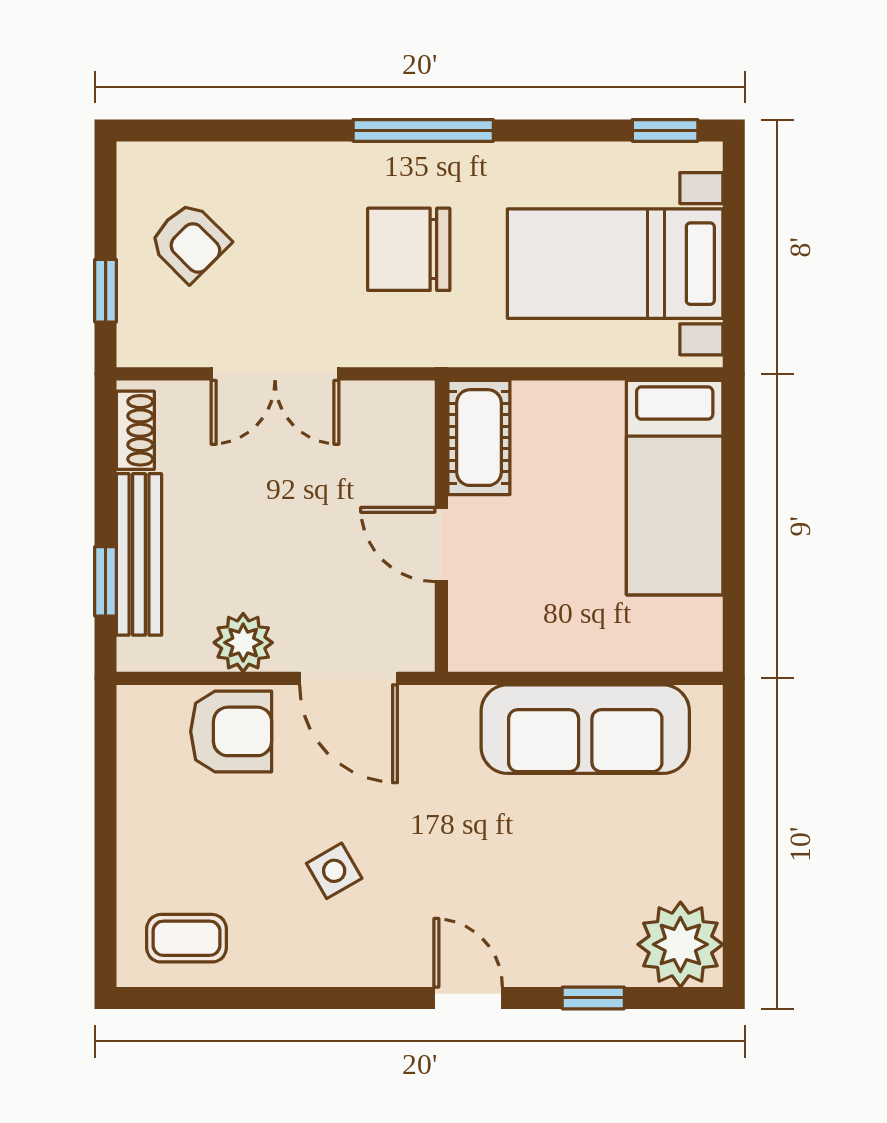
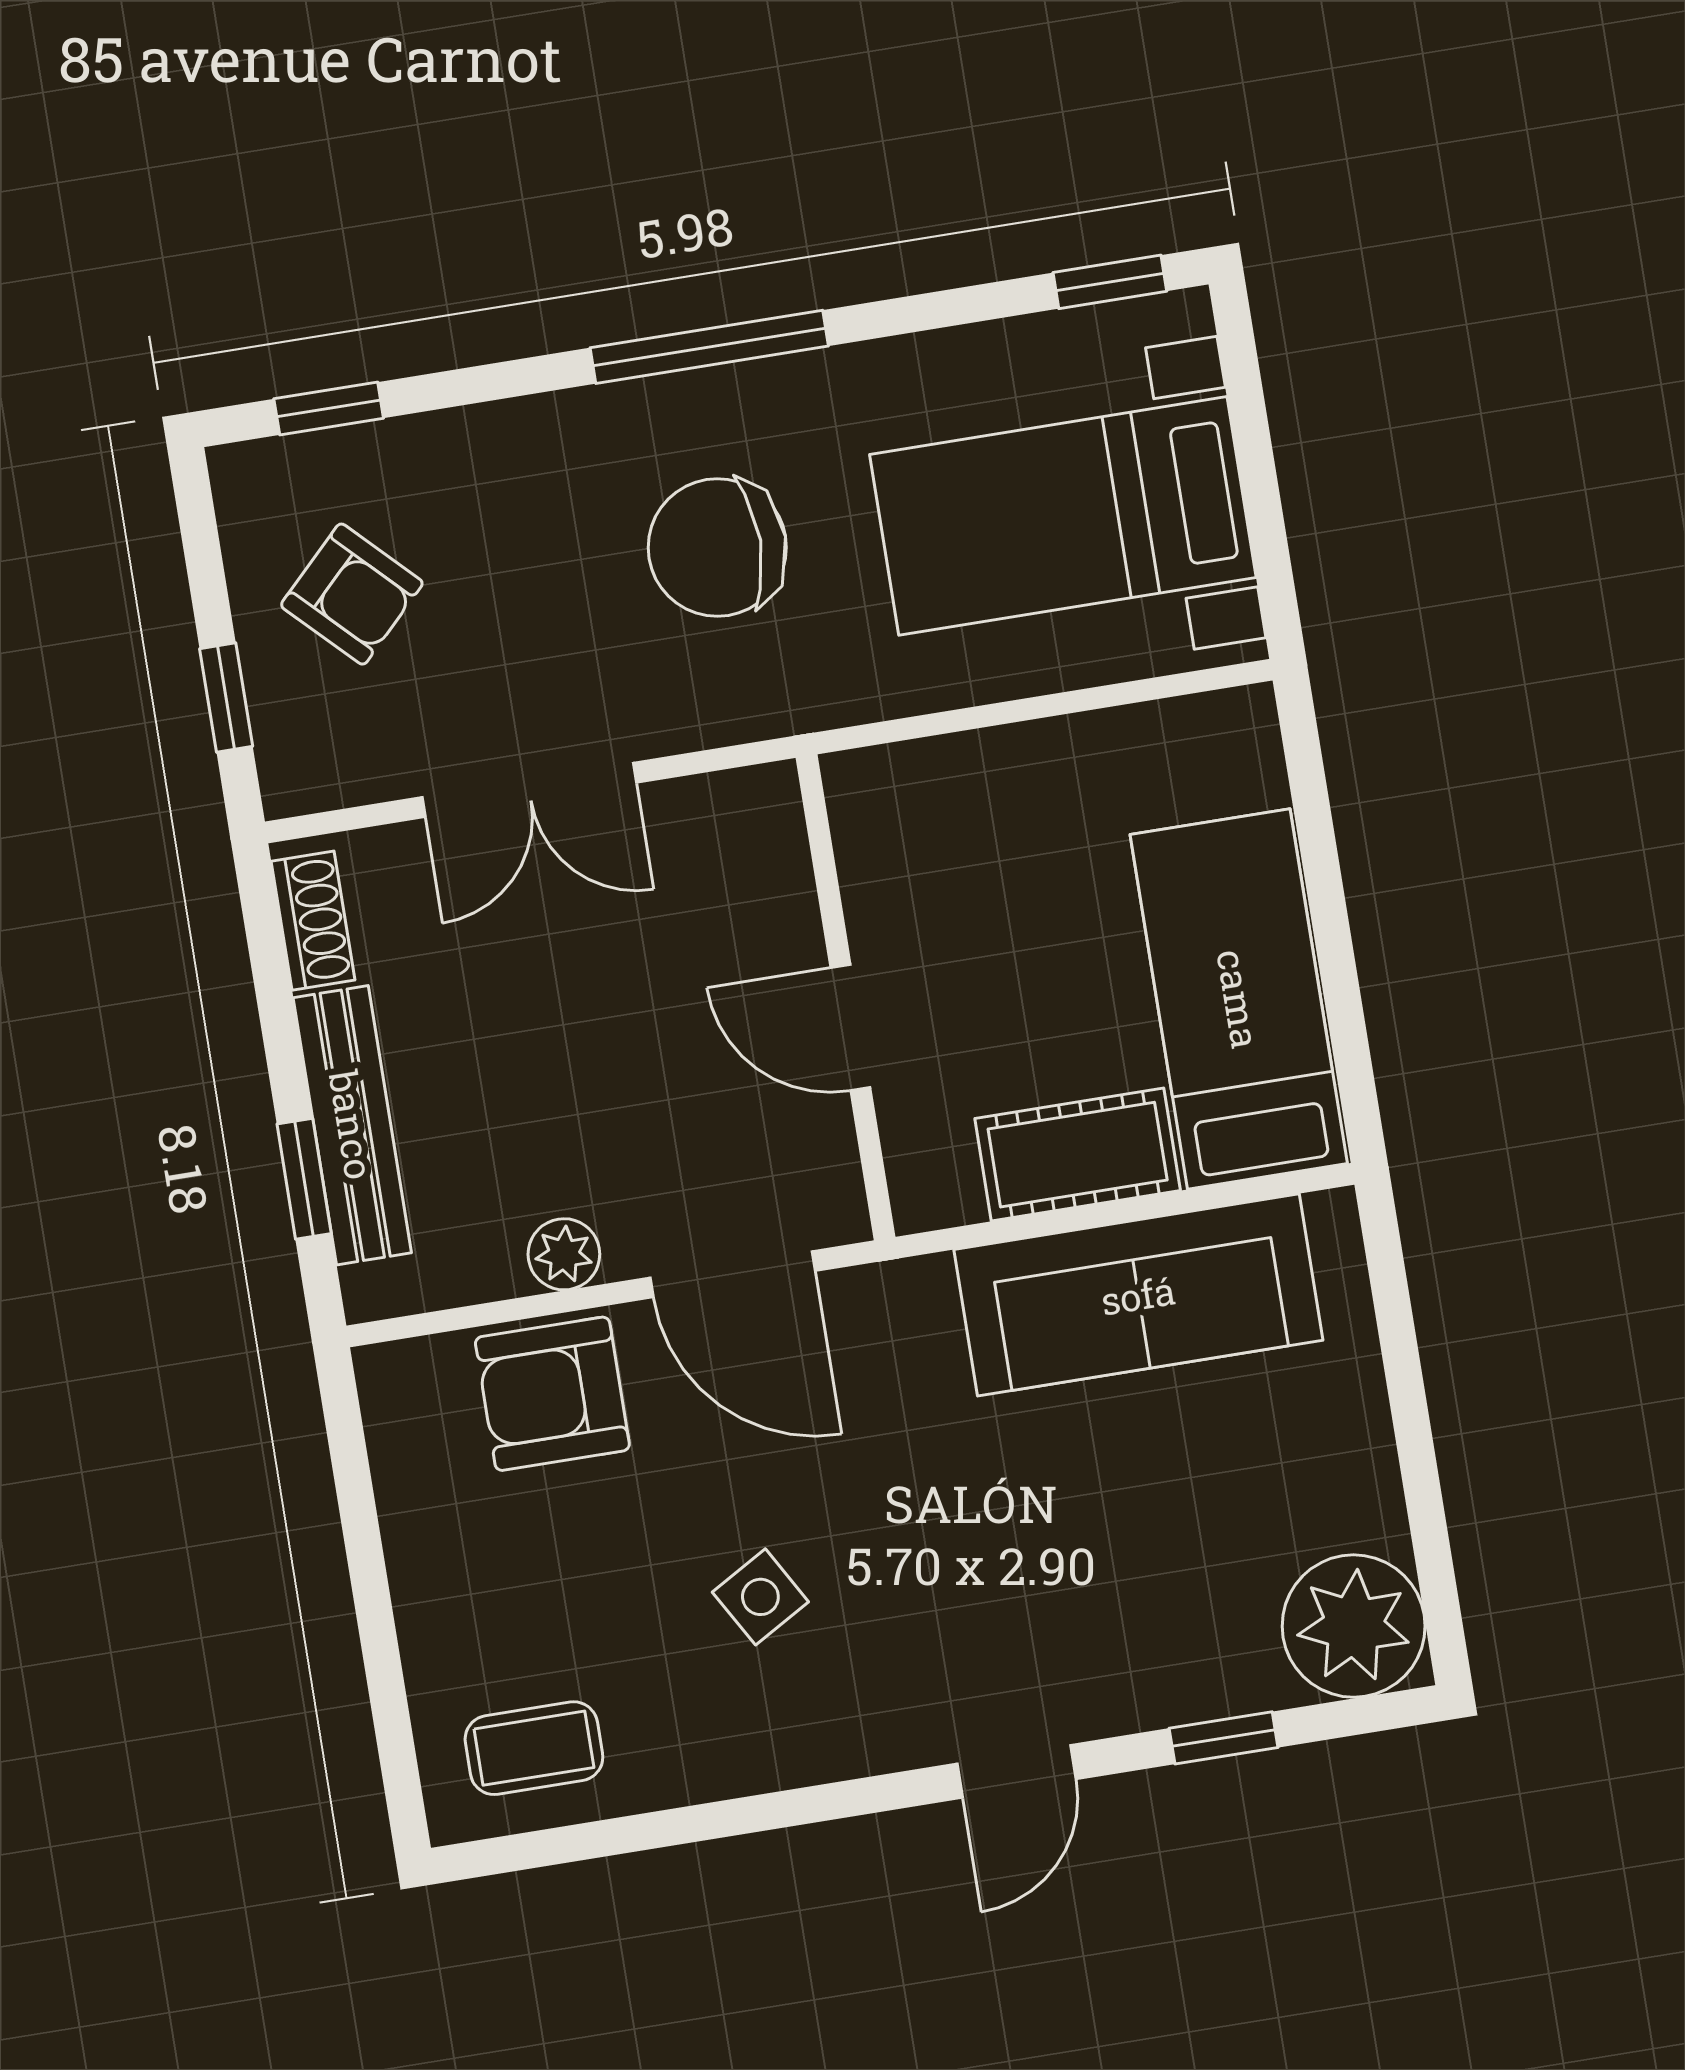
window: (193, 130) -> (329, 408), added
cot: (479, 438) -> (1078, 1155), moved, turned 90
bed: (675, 488) -> (1239, 999), moved, turned 180
plant: (243, 643) -> (564, 1254), width x0.73, depth x0.73
armchair: (231, 731) -> (552, 1394), turned 180
door: (468, 998) -> (1017, 1771), swing flipped

